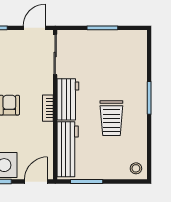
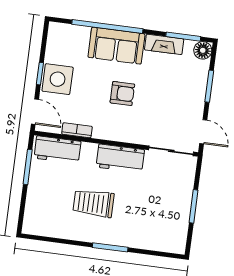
bookcase: (48, 108) -> (77, 130), moved
workbench: (68, 149) -> (57, 150), width x0.73
stool: (136, 168) -> (35, 223), removed

